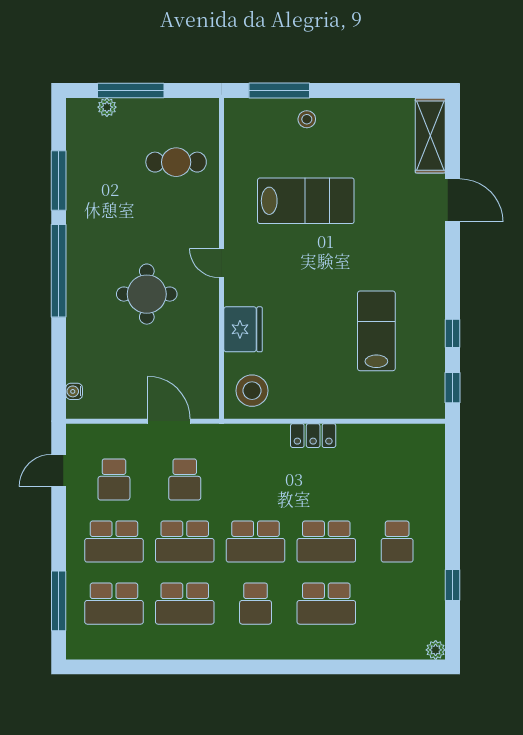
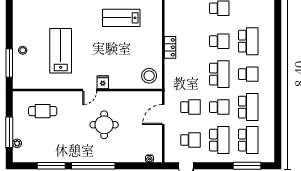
cafe table: (176, 162) -> (43, 111), turned 90
fridge: (243, 329) -> (103, 82), moved, width x0.53, depth x0.75
school desk: (185, 542) -> (219, 107), width x0.54
school desk: (326, 542) -> (219, 41), width x0.54

